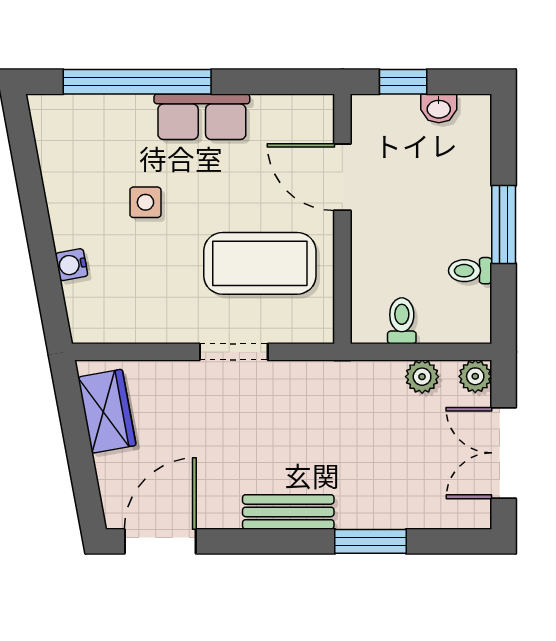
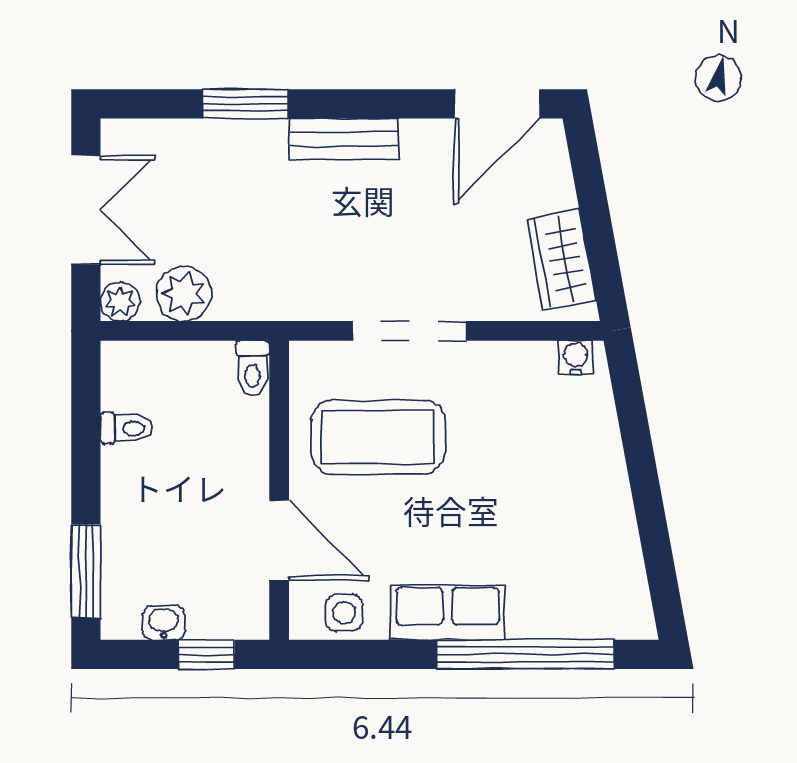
side table: (145, 202) -> (344, 613), moved
window: (504, 225) -> (86, 571), moved
water cooler: (71, 265) -> (576, 358), moved, turned -80
toilet: (402, 321) -> (252, 368), moved
doorway: (234, 352) -> (409, 331), width x1.38
plant: (422, 377) -> (184, 294), width x1.38, depth x1.38

